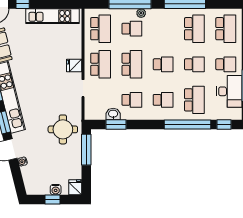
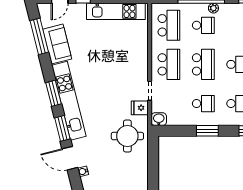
fridge: (74, 65) -> (140, 108), moved
washbasin: (113, 114) -> (159, 119), moved
window: (116, 125) -> (207, 131), moved
window: (86, 150) -> (153, 158), removed

